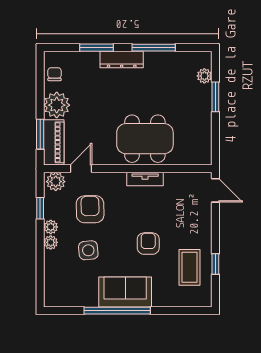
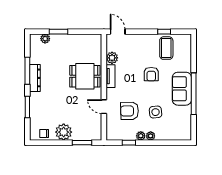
dresser: (122, 60) -> (35, 78), moved
dining table: (145, 139) -> (85, 76), width x0.73
piano: (54, 142) -> (87, 134), removed
door: (81, 169) -> (104, 107), moved
plant: (56, 182) -> (112, 58), moved
door: (215, 190) -> (118, 32), hinge flipped
armchair: (148, 244) -> (151, 74), turned -90
coffee table: (189, 267) -> (166, 48), turned 90

